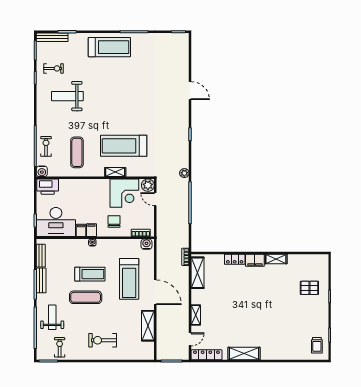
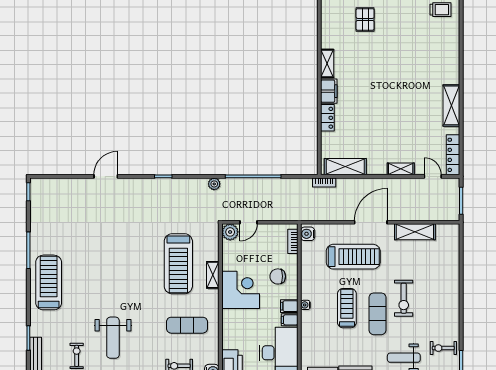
corner desk: (124, 193) -> (241, 290), moved
exercise bike: (103, 340) -> (404, 298), moved

